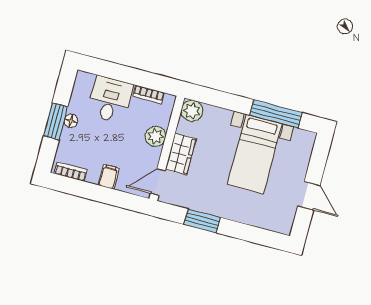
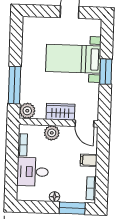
window: (276, 114) -> (14, 85), moved
window: (56, 121) -> (72, 208), moved
bed with nightstands: (255, 154) -> (73, 59), moved, turned 180
window: (202, 221) -> (106, 72), moved

